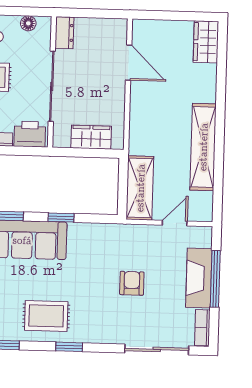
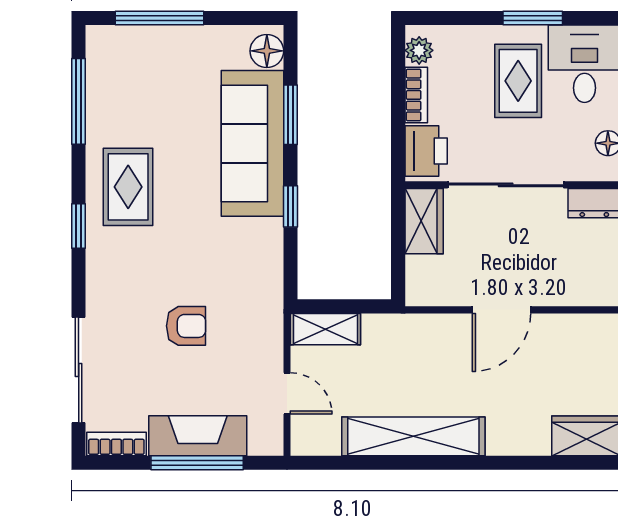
door: (129, 63) -> (501, 310), moved
wardrobe: (91, 137) -> (424, 221), moved
shelving: (140, 188) -> (325, 329), width x0.67, depth x0.75

